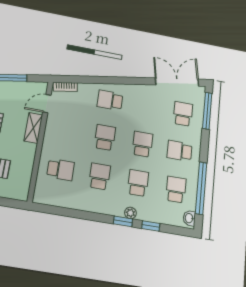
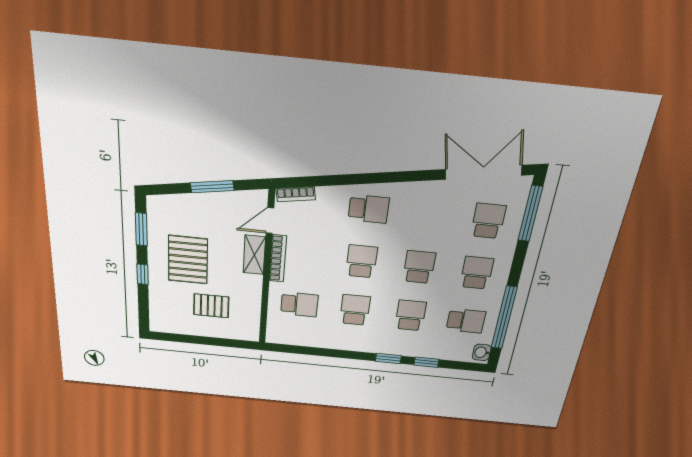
school desk: (110, 100) -> (369, 209), turned 180
bookcase: (49, 132) -> (278, 258), added
school desk: (180, 151) -> (477, 273), turned 90
school desk: (176, 189) -> (466, 321), turned 90
plant: (130, 213) -> (399, 349), removed

